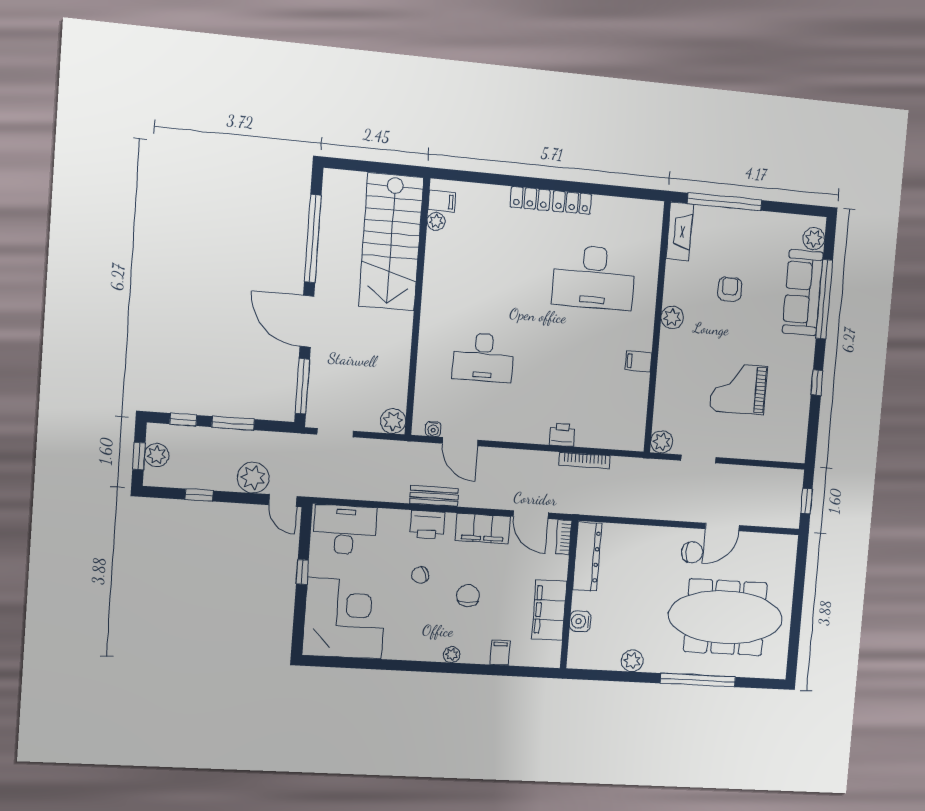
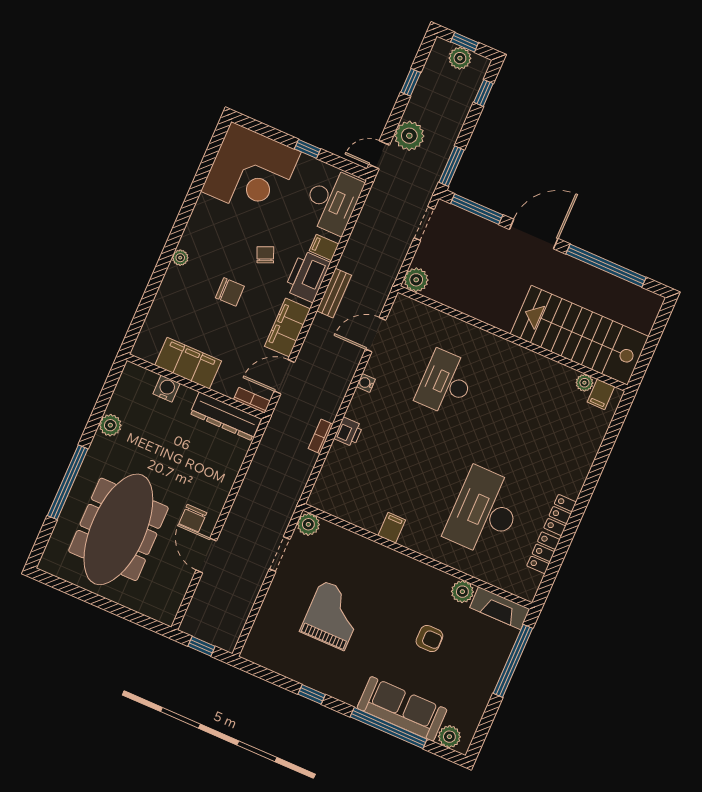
locker: (530, 199) -> (543, 553), moved
plant: (672, 317) -> (462, 592), moved
window: (233, 423) -> (451, 166), moved
water cooler: (433, 429) -> (366, 383), moved
bookcase: (585, 460) -> (321, 436), width x0.64
printer: (427, 525) -> (307, 276), width x1.37, depth x1.19
filing cabinet: (500, 653) -> (324, 247), moved, turned 180

